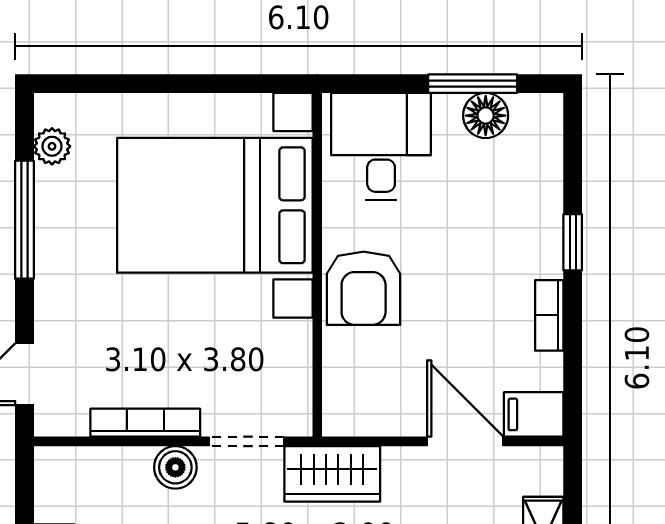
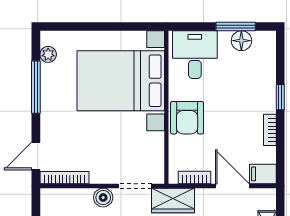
bookcase: (380, 422) -> (195, 177), added
bookcase: (145, 423) -> (64, 178), moved

